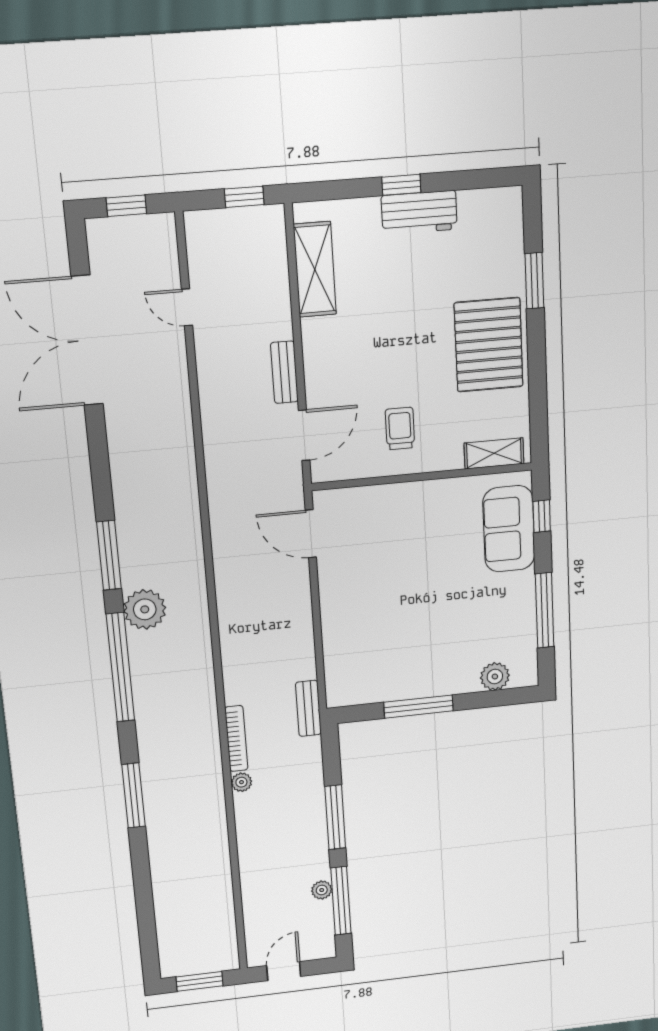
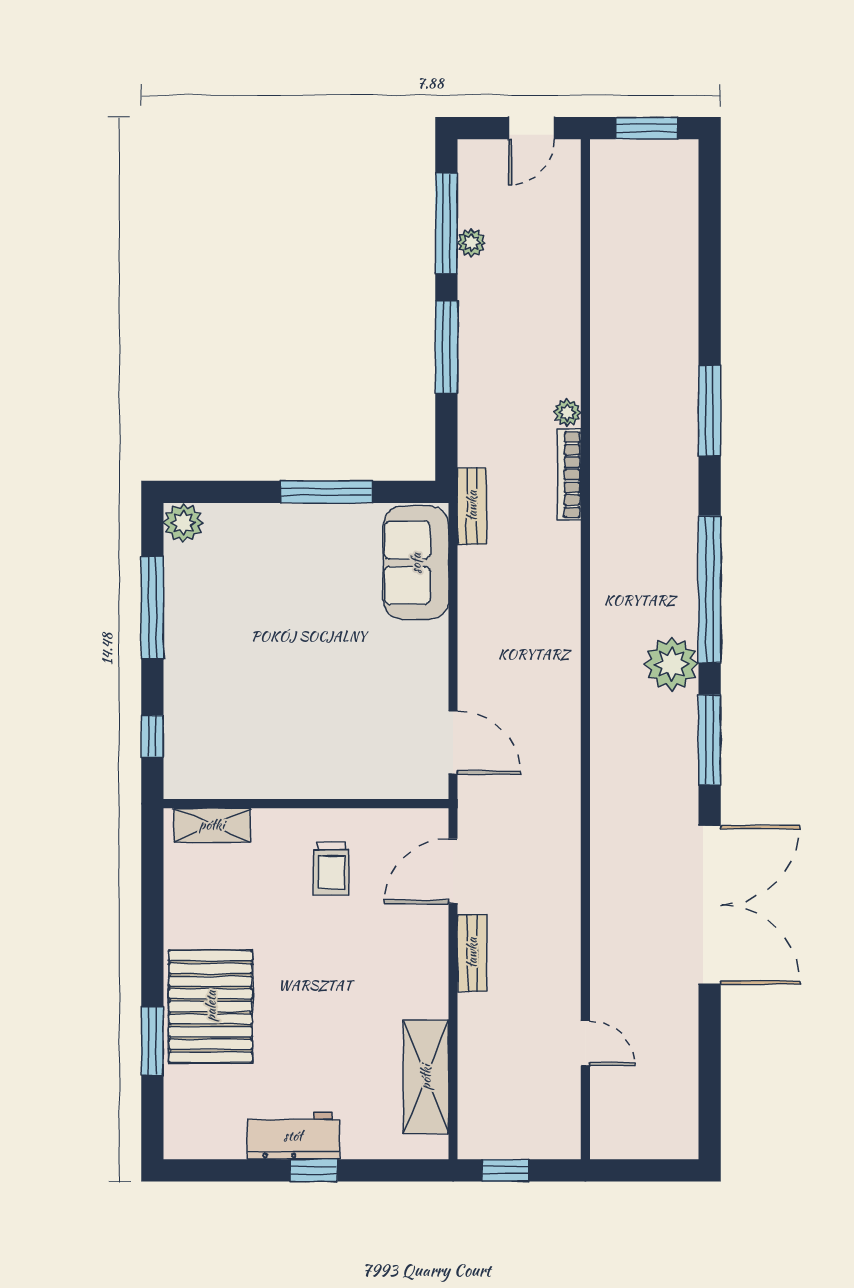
window: (126, 206) -> (647, 1170), removed
double door: (87, 340) -> (710, 905), moved
pallet: (489, 345) -> (211, 1006), moved
sofa: (509, 529) -> (416, 563), moved, turned 180
plant: (495, 676) -> (183, 523), moved

